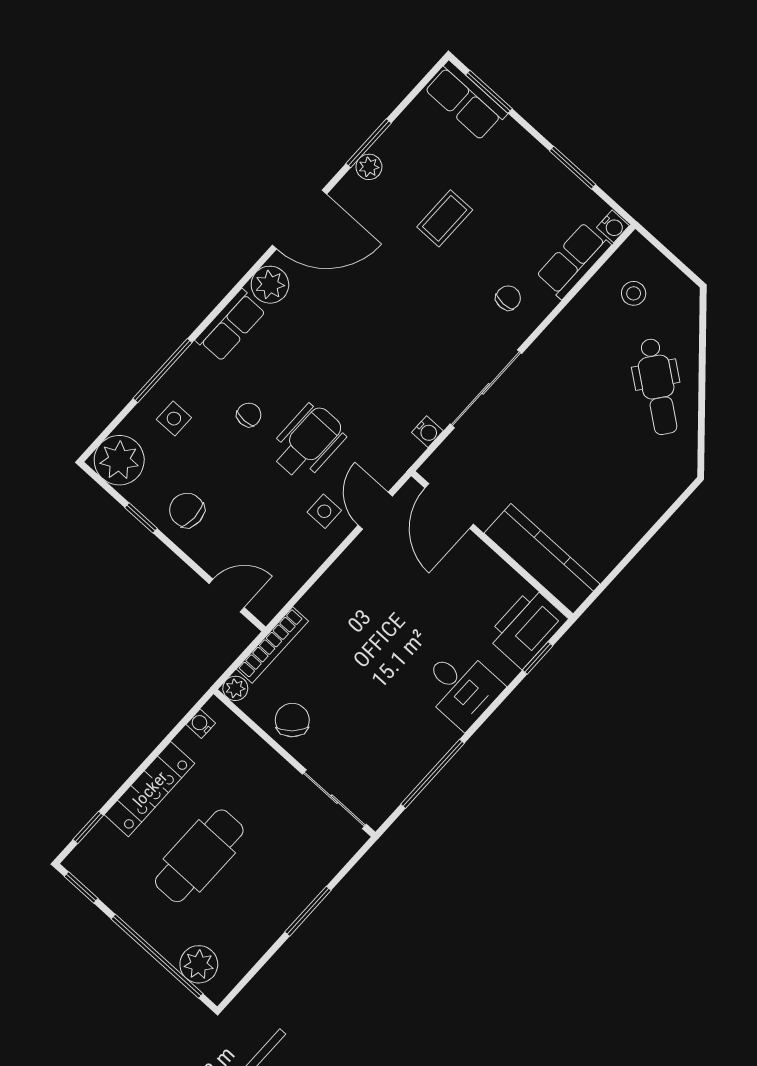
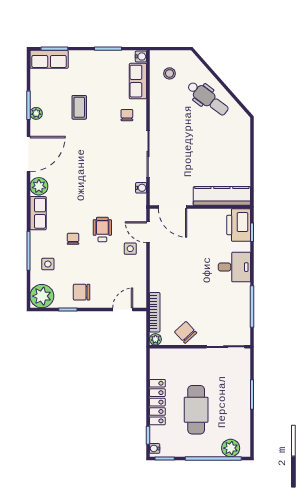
wheelchair: (308, 442) -> (102, 229), width x0.73, depth x0.73
water cooler: (201, 724) -> (155, 448), moved

